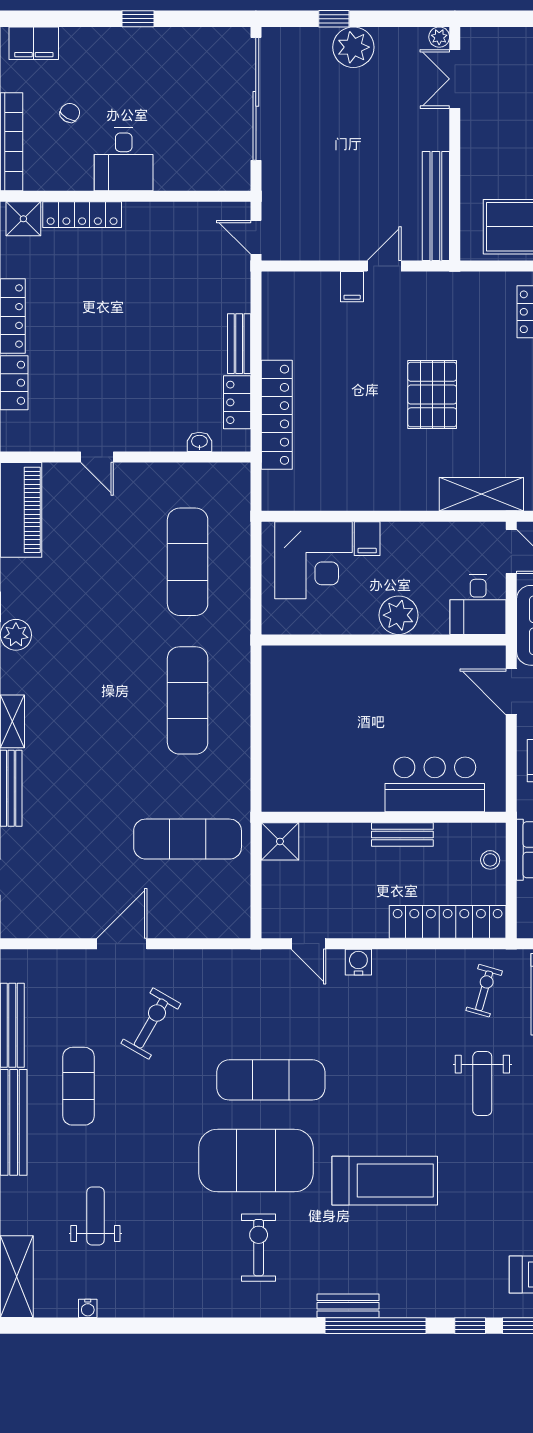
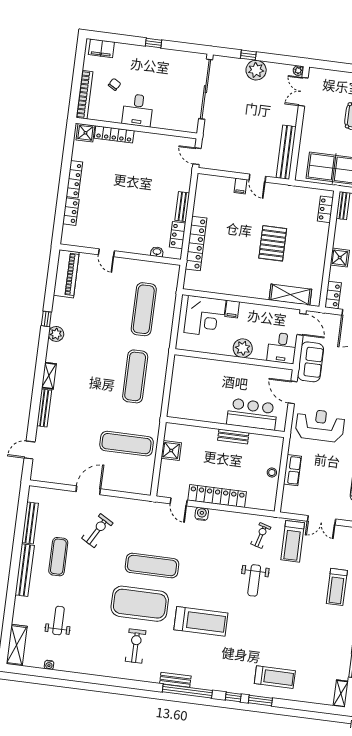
door: (384, 266) -> (257, 178), swing flipped
bar counter: (435, 784) -> (252, 414), moved
wall: (384, 817) -> (225, 427), moved
bench: (402, 835) -> (233, 436), moved
locker: (448, 922) -> (217, 496), moved

